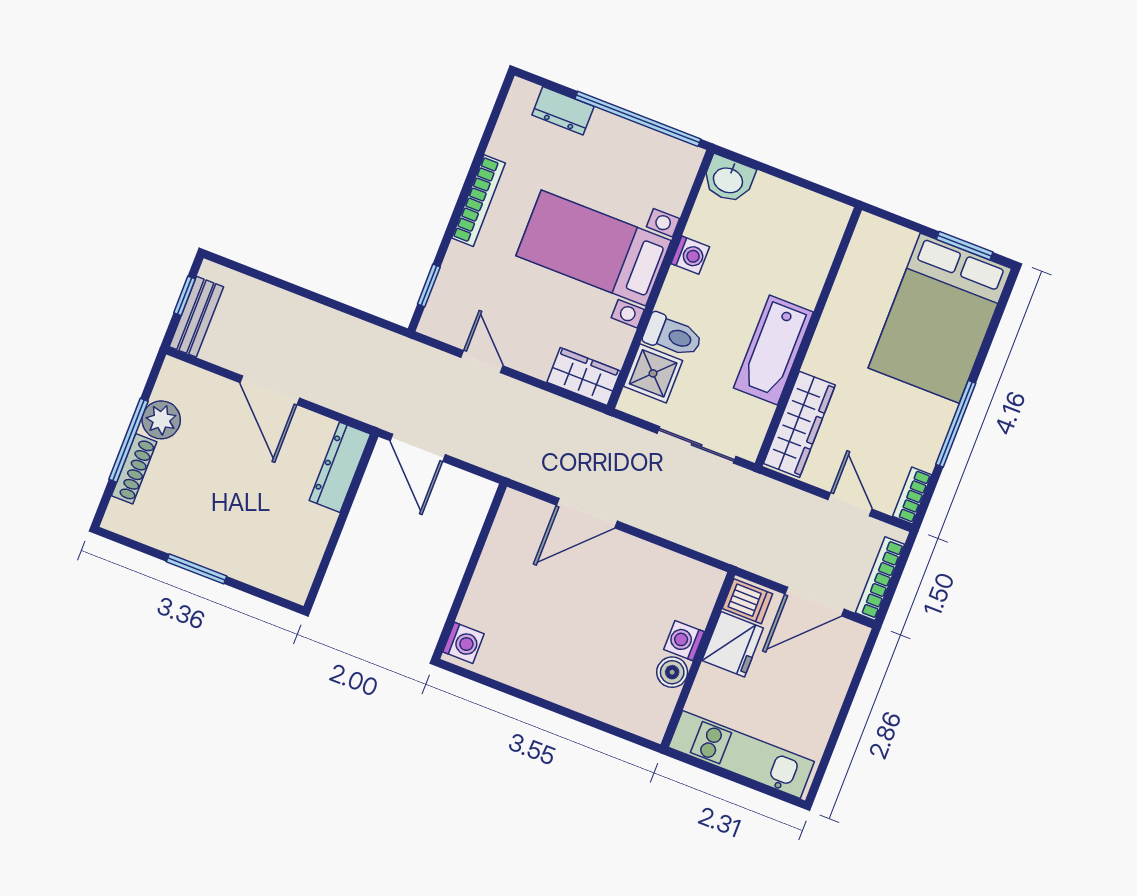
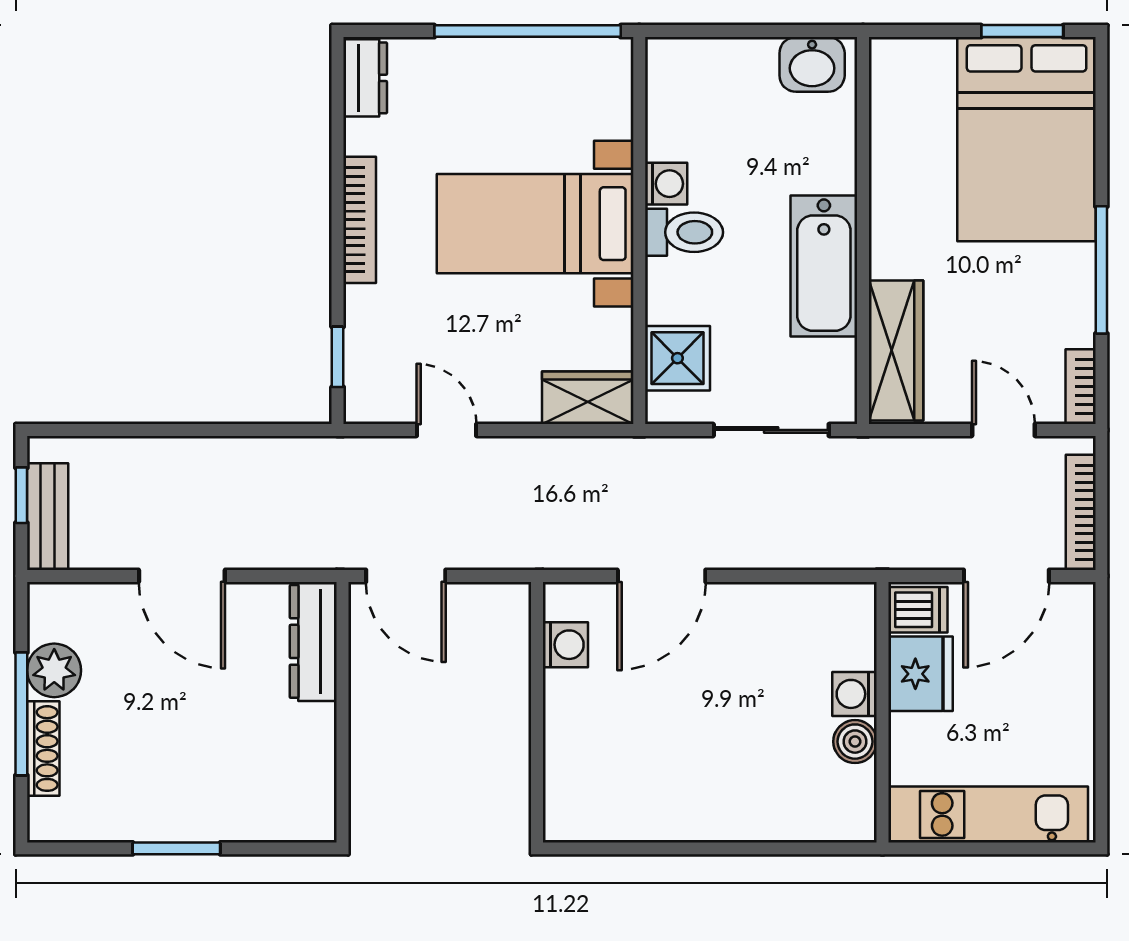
dresser: (563, 111) -> (365, 78), moved, turned -90
washbasin: (728, 179) -> (812, 64), moved
toilet: (673, 335) -> (684, 232), moved
washing machine: (463, 643) -> (565, 645), moved

